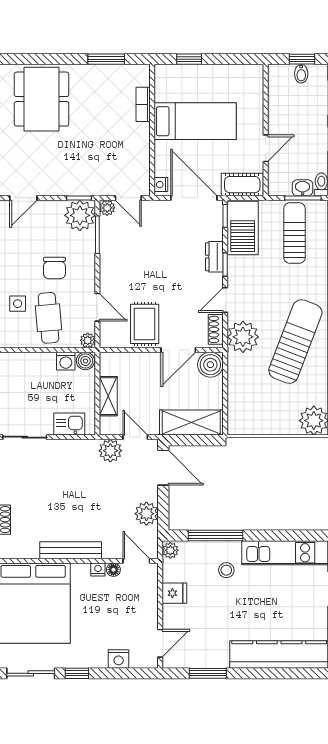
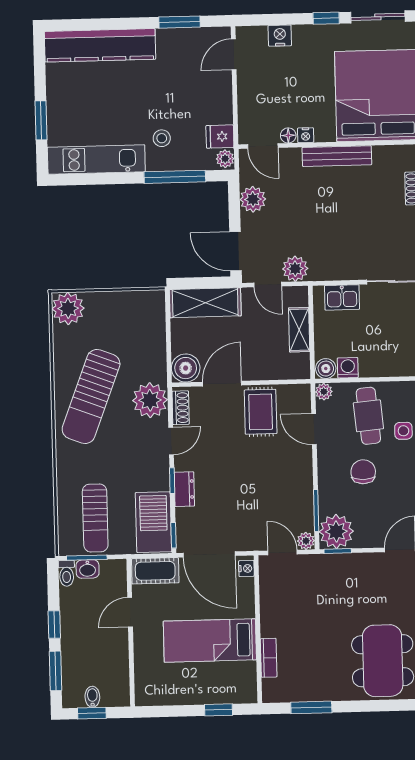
fridge: (174, 593) -> (220, 137), moved

